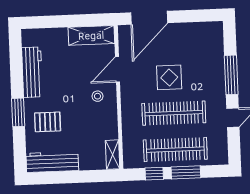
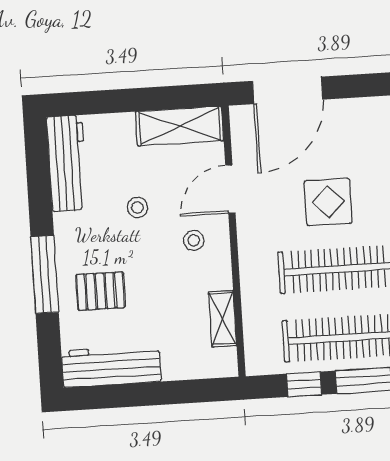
workbench: (32, 72) -> (67, 163), moved
stool: (68, 78) -> (137, 207), added
window: (18, 112) -> (45, 274), width x1.44
shelving: (113, 155) -> (223, 319), moved

